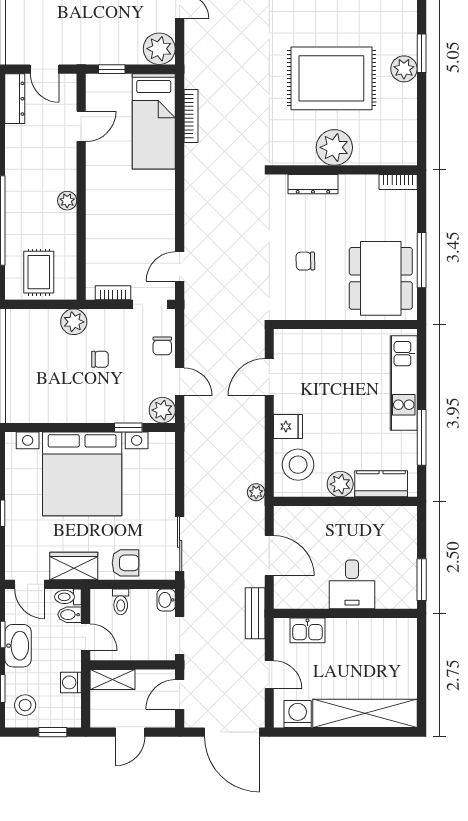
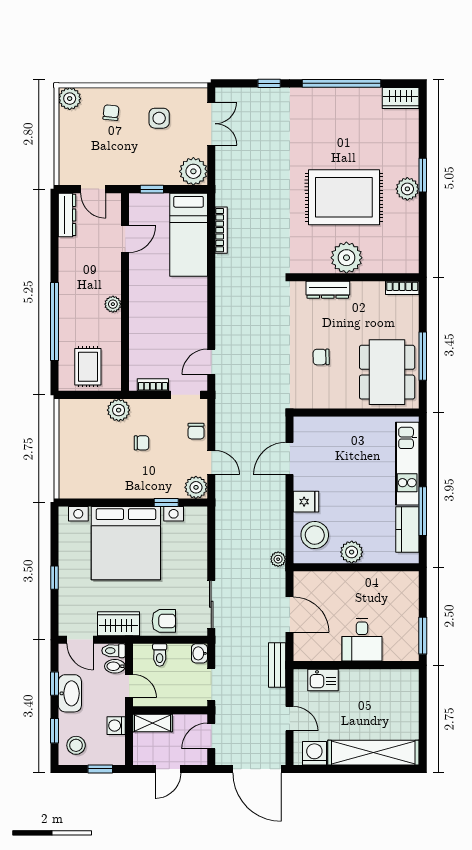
kitchen counter: (381, 484) -> (407, 530), moved, turned -90

